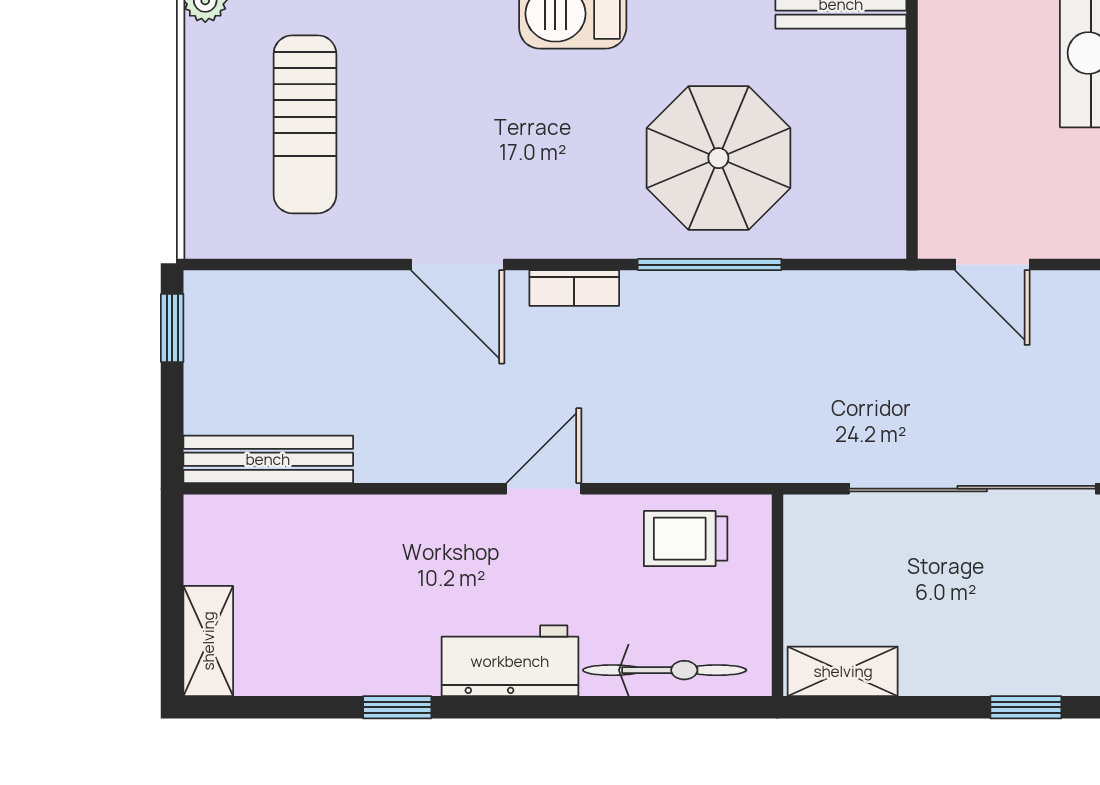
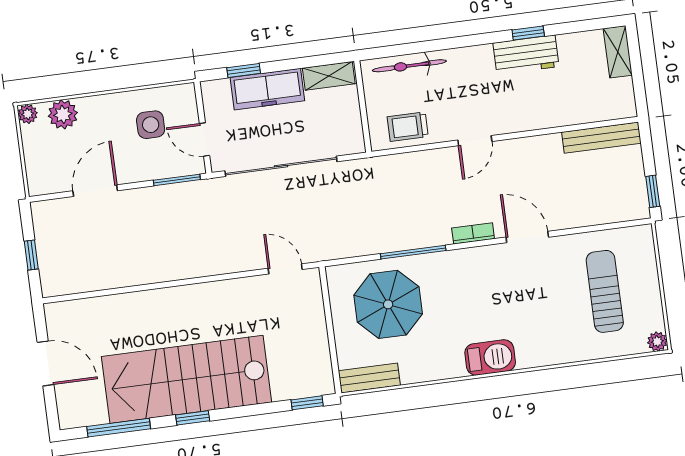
parasol: (718, 158) -> (388, 304), moved
trolley: (686, 539) -> (408, 127), turned 180
freezer: (980, 660) -> (267, 89), added
workbench: (510, 661) -> (526, 55), moved

